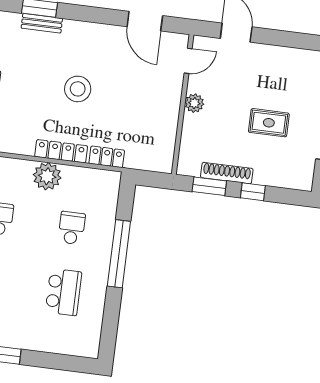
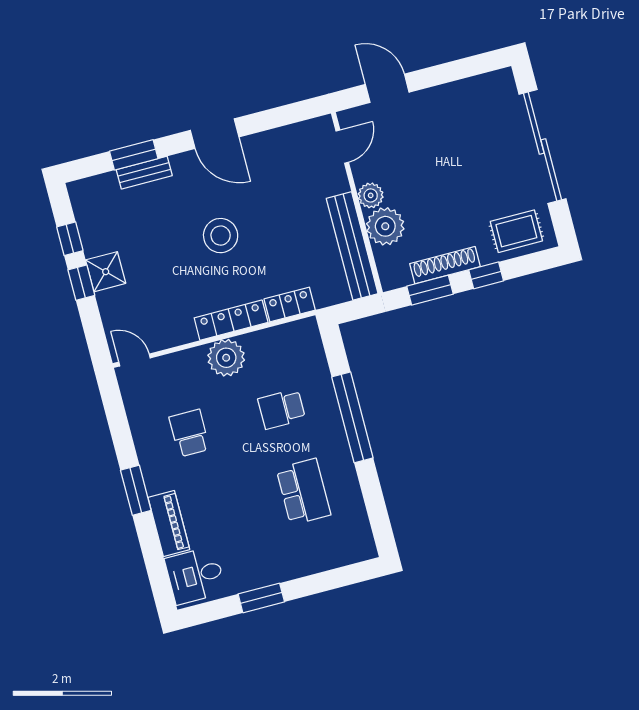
door: (145, 21) -> (215, 134), moved
rug: (269, 123) -> (516, 231), moved
plant: (196, 129) -> (385, 226), added
bench: (167, 133) -> (352, 246), added
school desk: (72, 228) -> (282, 409), turned -90

